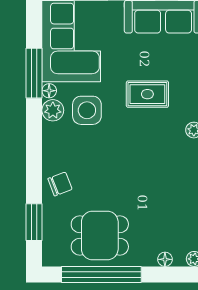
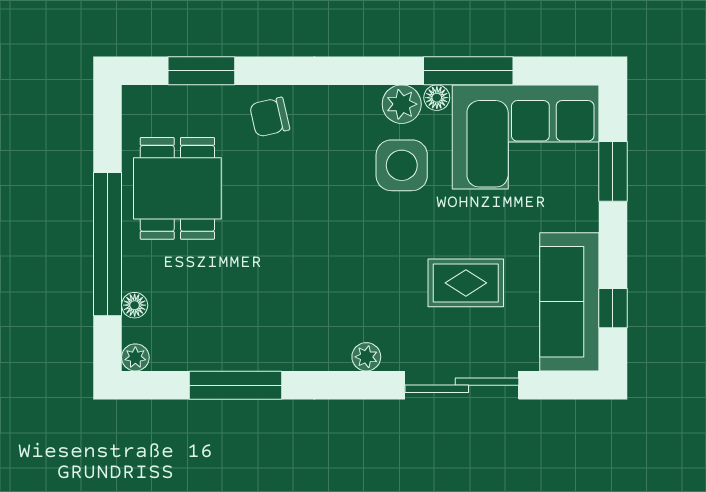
rug: (147, 94) -> (466, 283), moved, turned 90
chair: (60, 184) -> (270, 117), turned 98
window: (101, 274) -> (108, 244), moved

